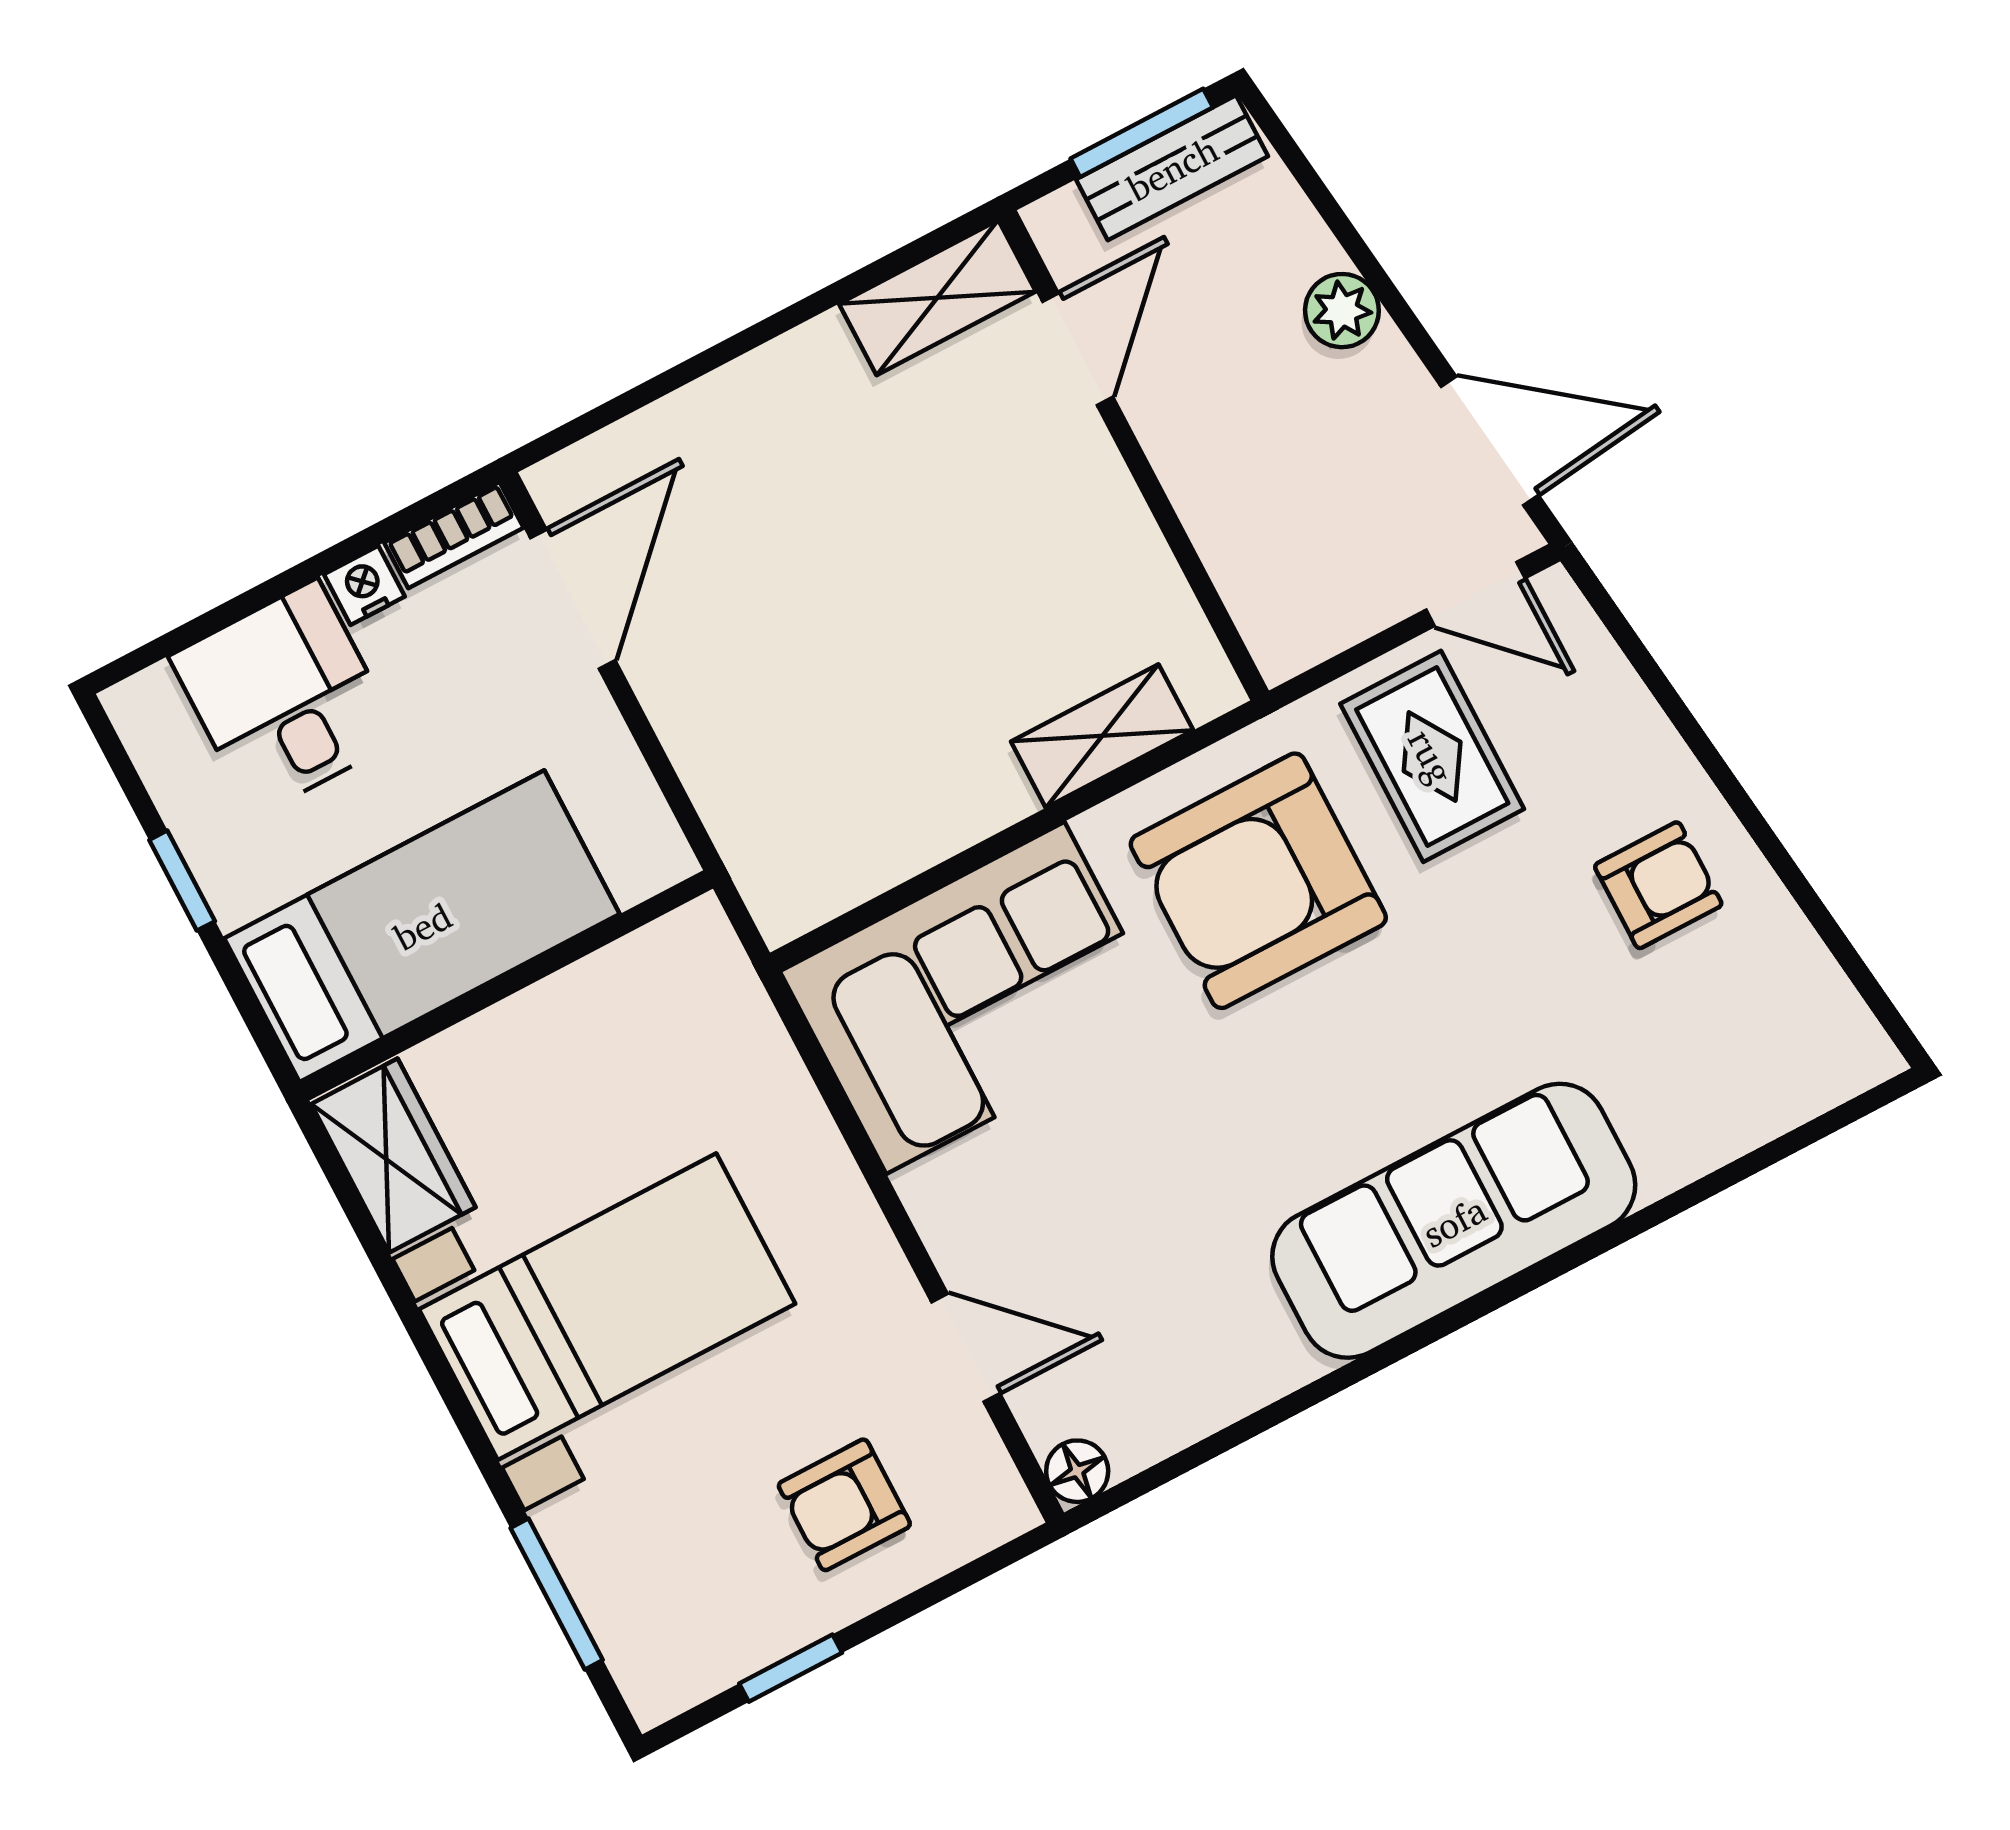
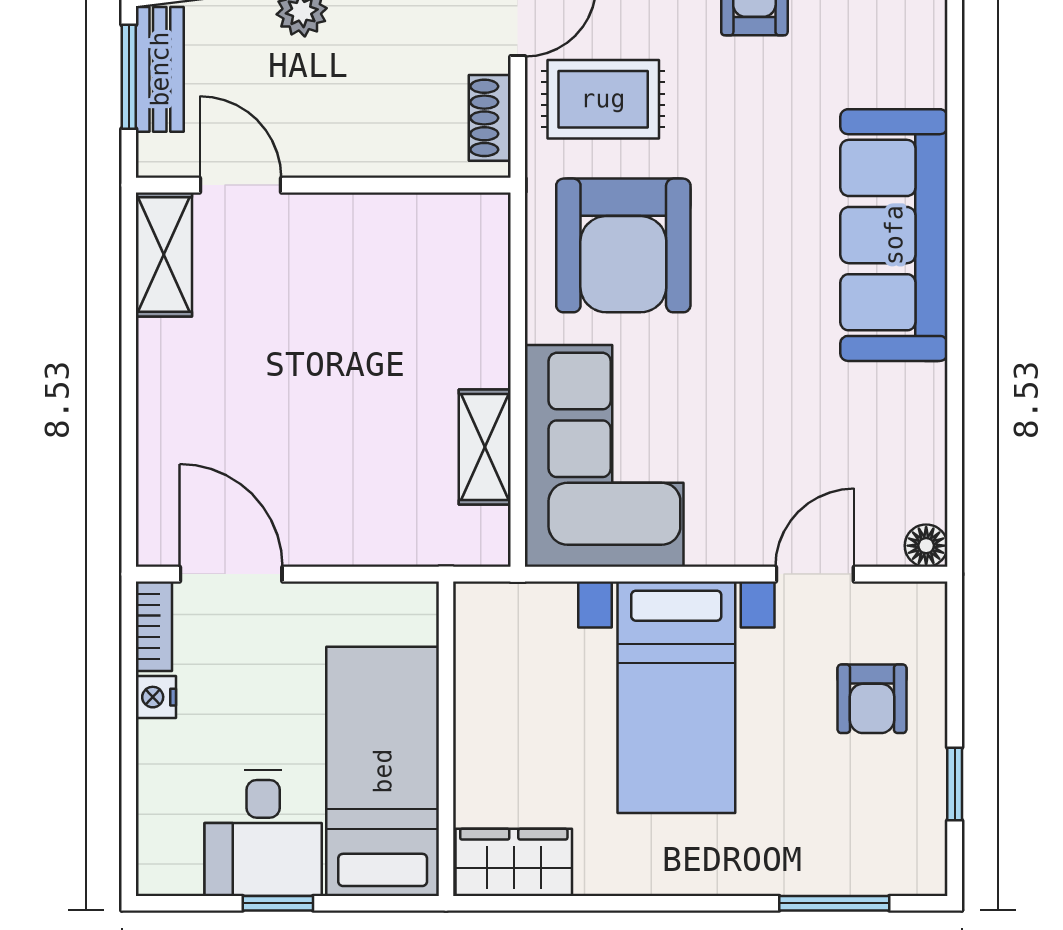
shoe rack: (1332, 624) -> (490, 118), added
desk: (285, 698) -> (263, 833), moved, turned -90
shelving: (1102, 736) -> (485, 447), moved
bed with nightstands: (607, 1307) -> (676, 697), moved, turned 180

